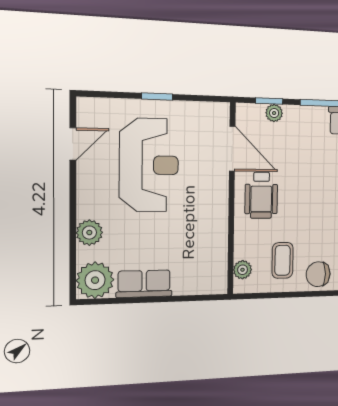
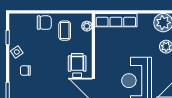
row of seats: (144, 284) -> (116, 20), moved, width x1.48

